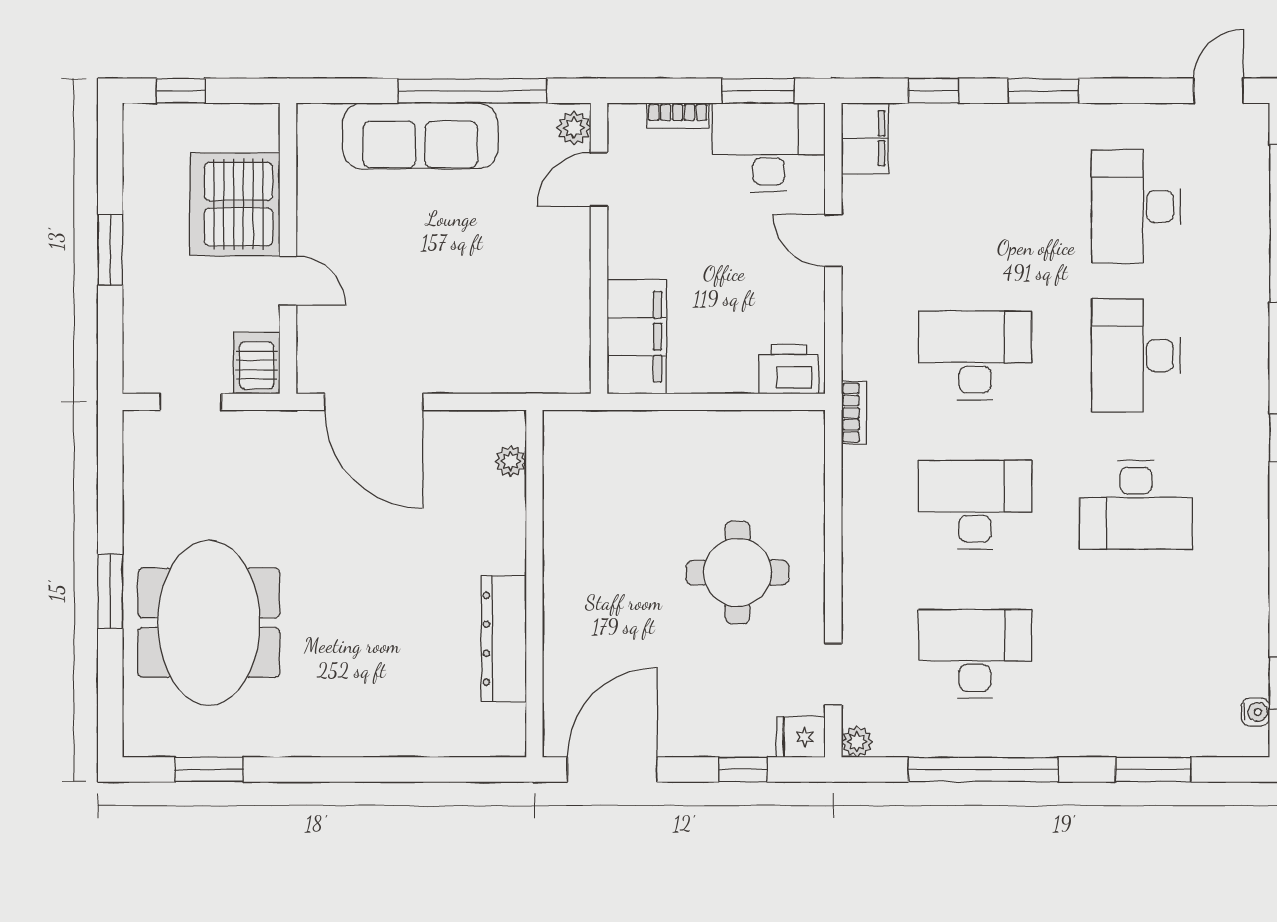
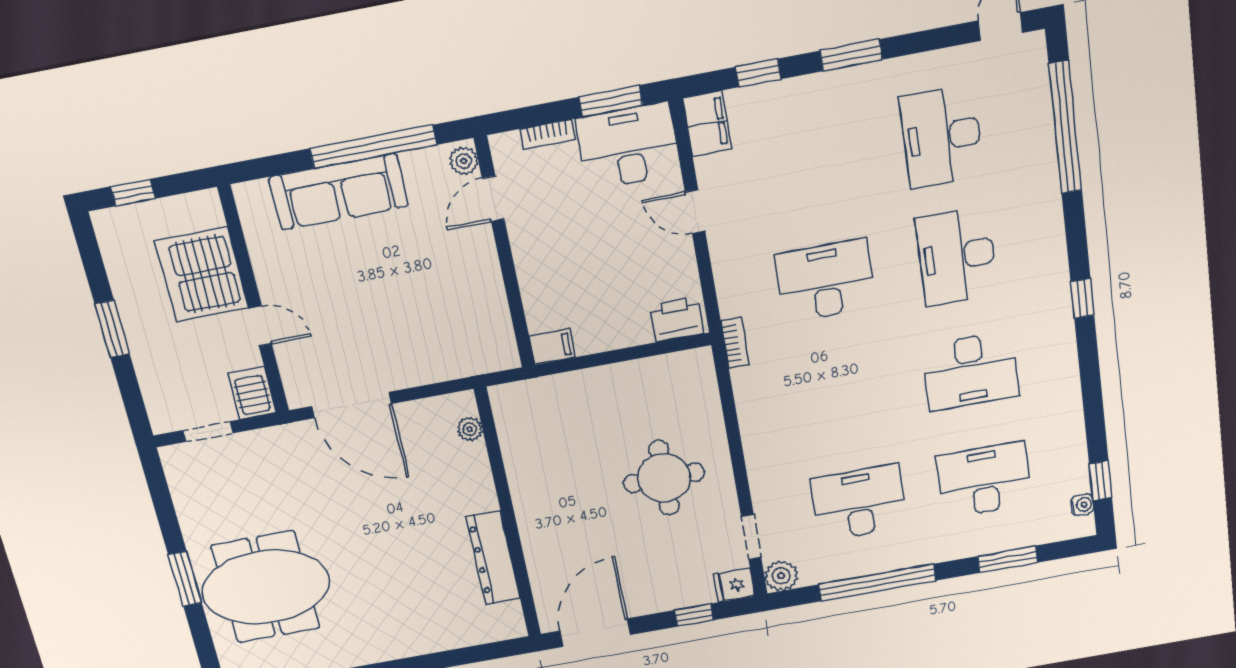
filing cabinet: (637, 337) -> (552, 347), width x0.33, depth x0.86
desk: (975, 505) -> (984, 480), moved
meeting table: (209, 623) -> (266, 587), turned 90
plant: (857, 742) -> (781, 576), width x1.38, depth x1.38

